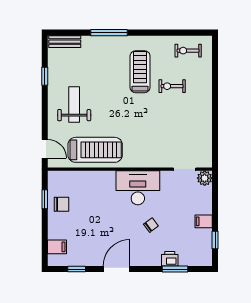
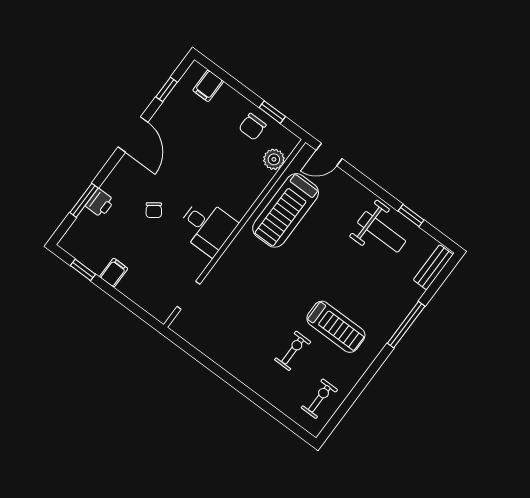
weight bench: (74, 104) -> (382, 232), moved
plant: (205, 178) -> (274, 159), moved
desk: (138, 188) -> (207, 227), width x0.73

